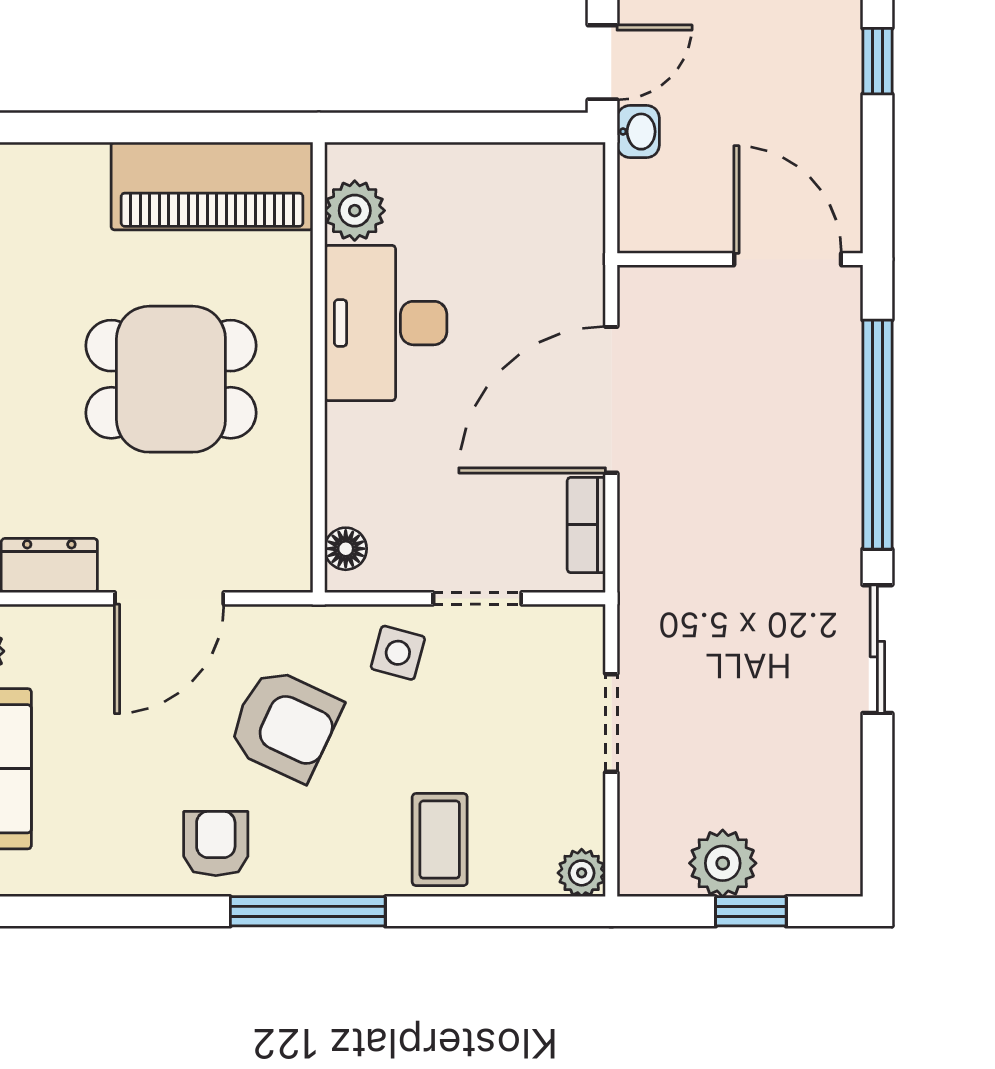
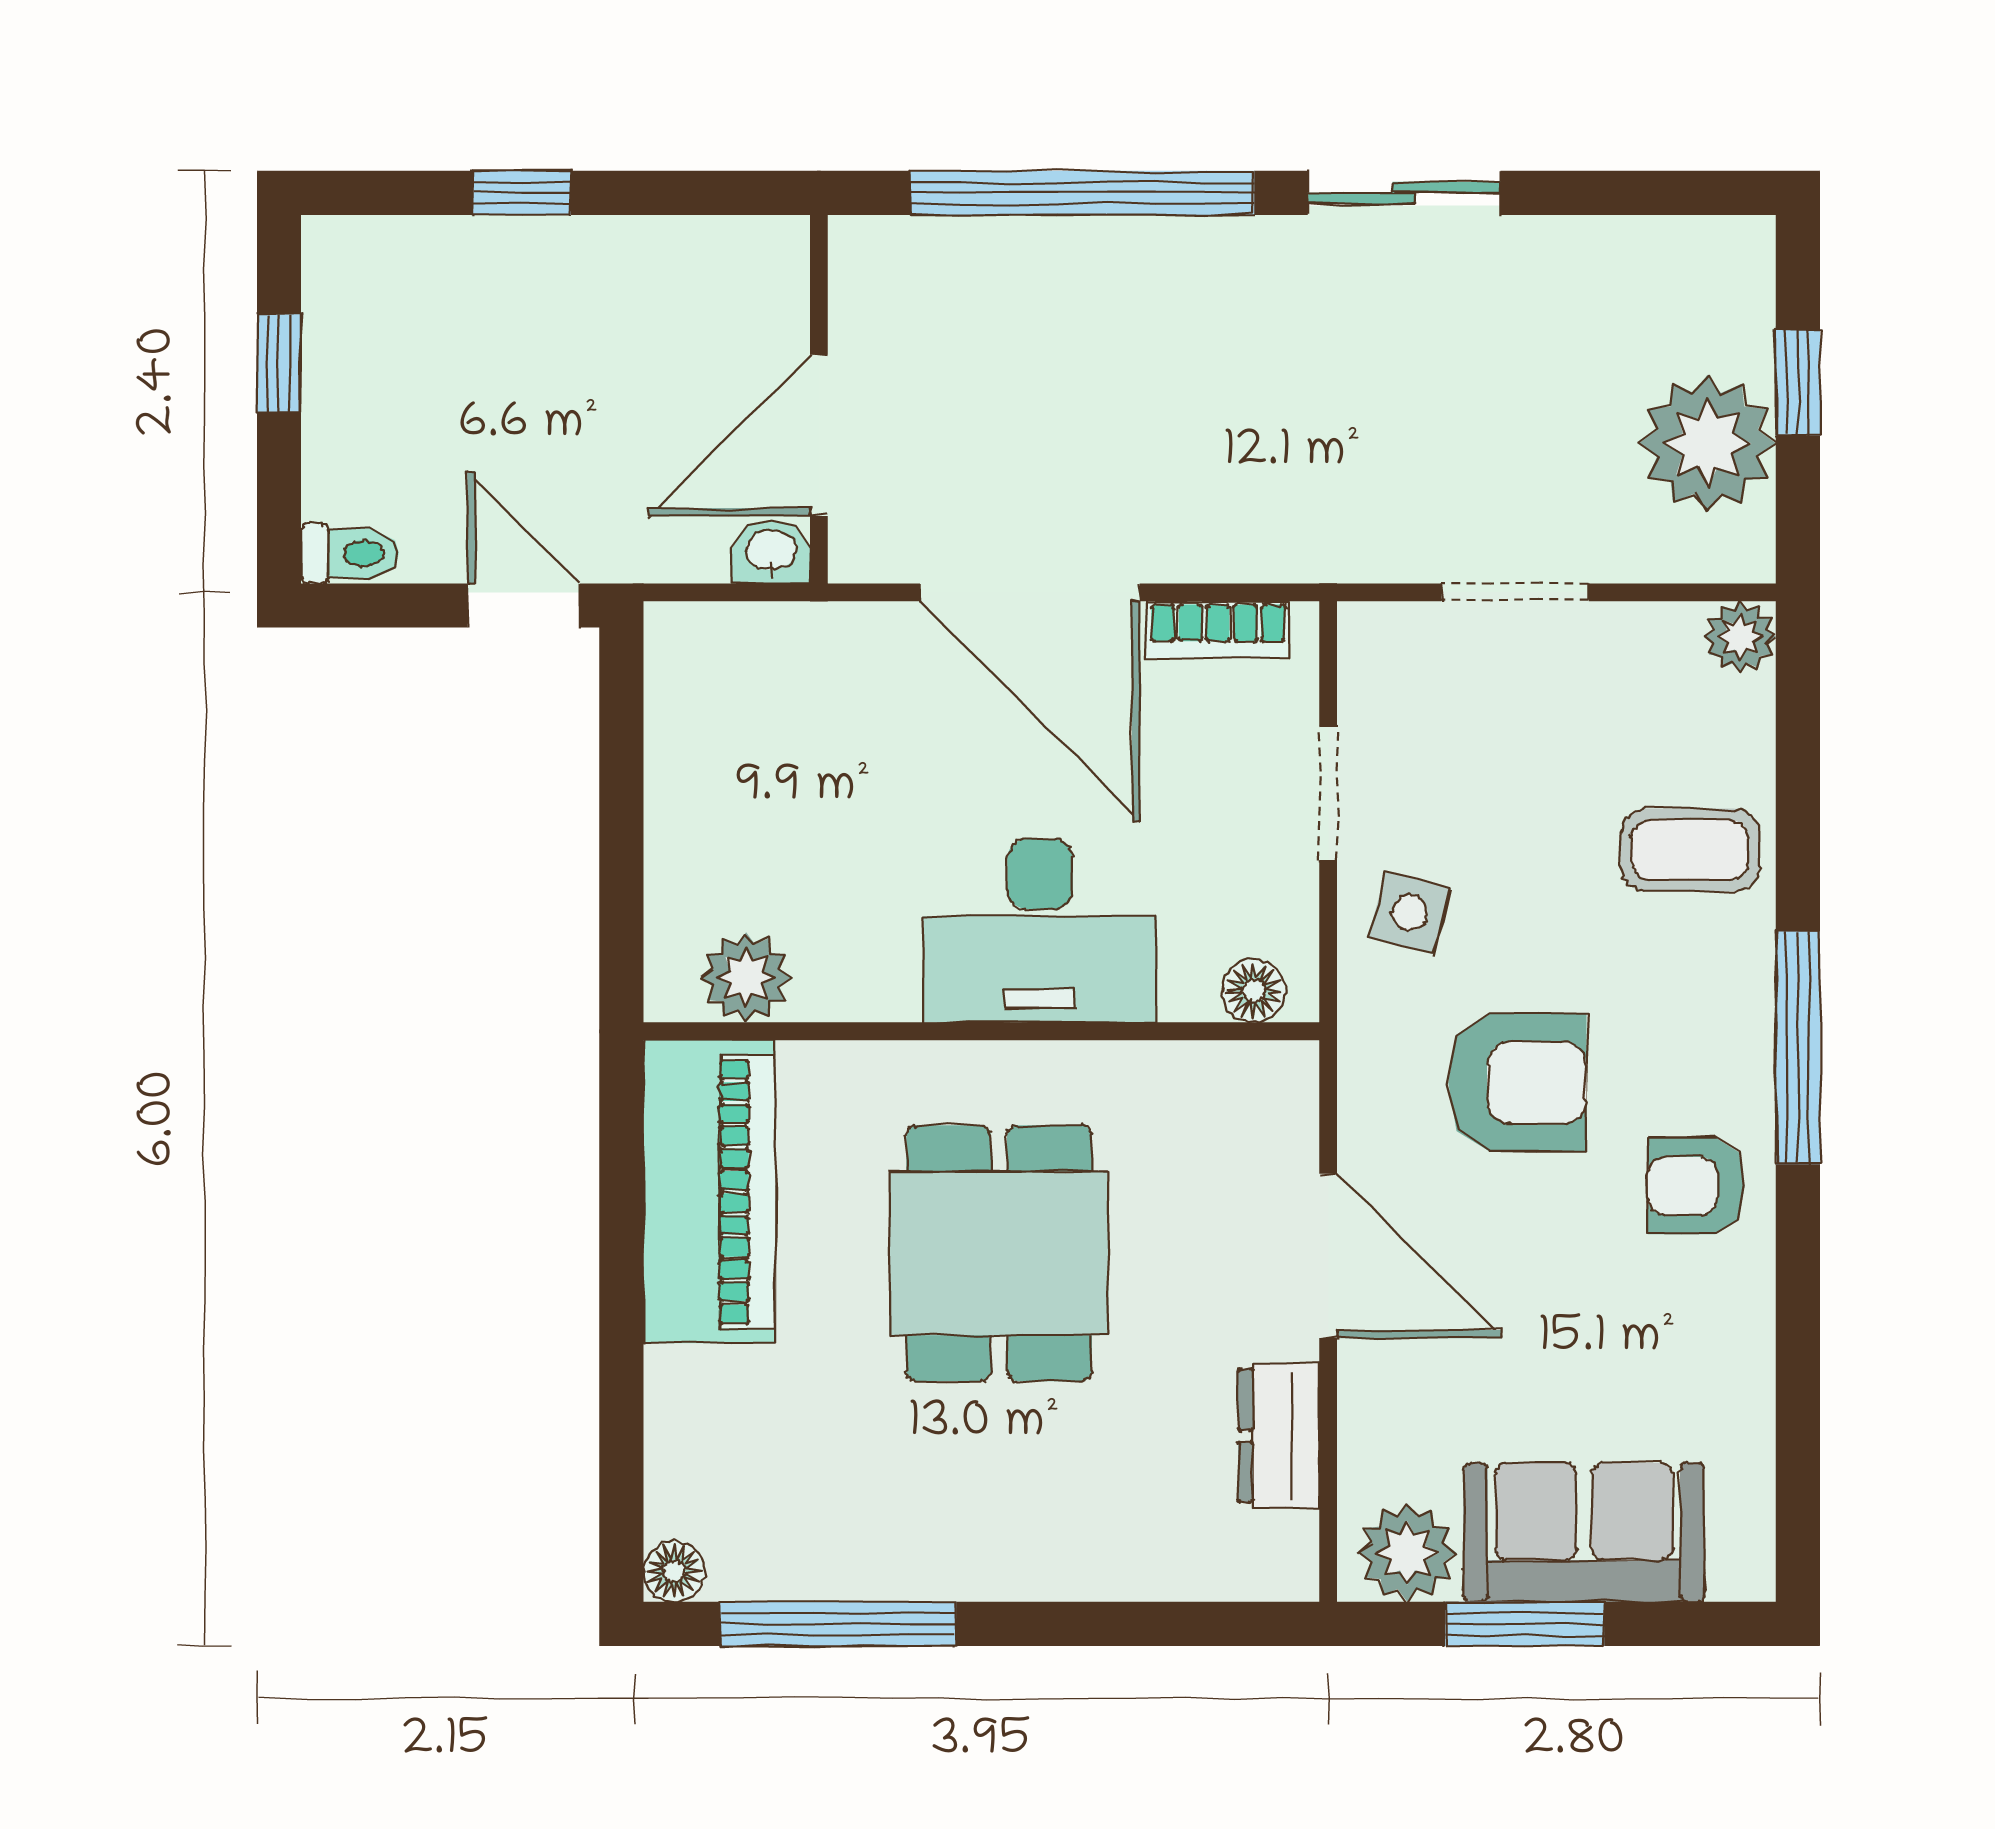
washbasin: (638, 132) -> (771, 552), moved
door: (788, 259) -> (819, 435), moved
desk: (386, 323) -> (1040, 931), moved
armchair: (285, 724) -> (1517, 1083), turned 65
plant: (723, 863) -> (1707, 443), width x1.36, depth x1.36

